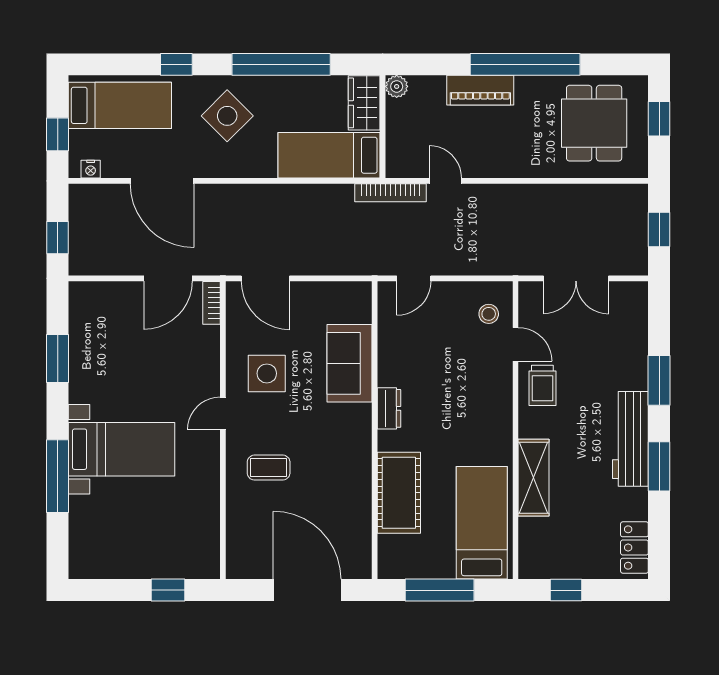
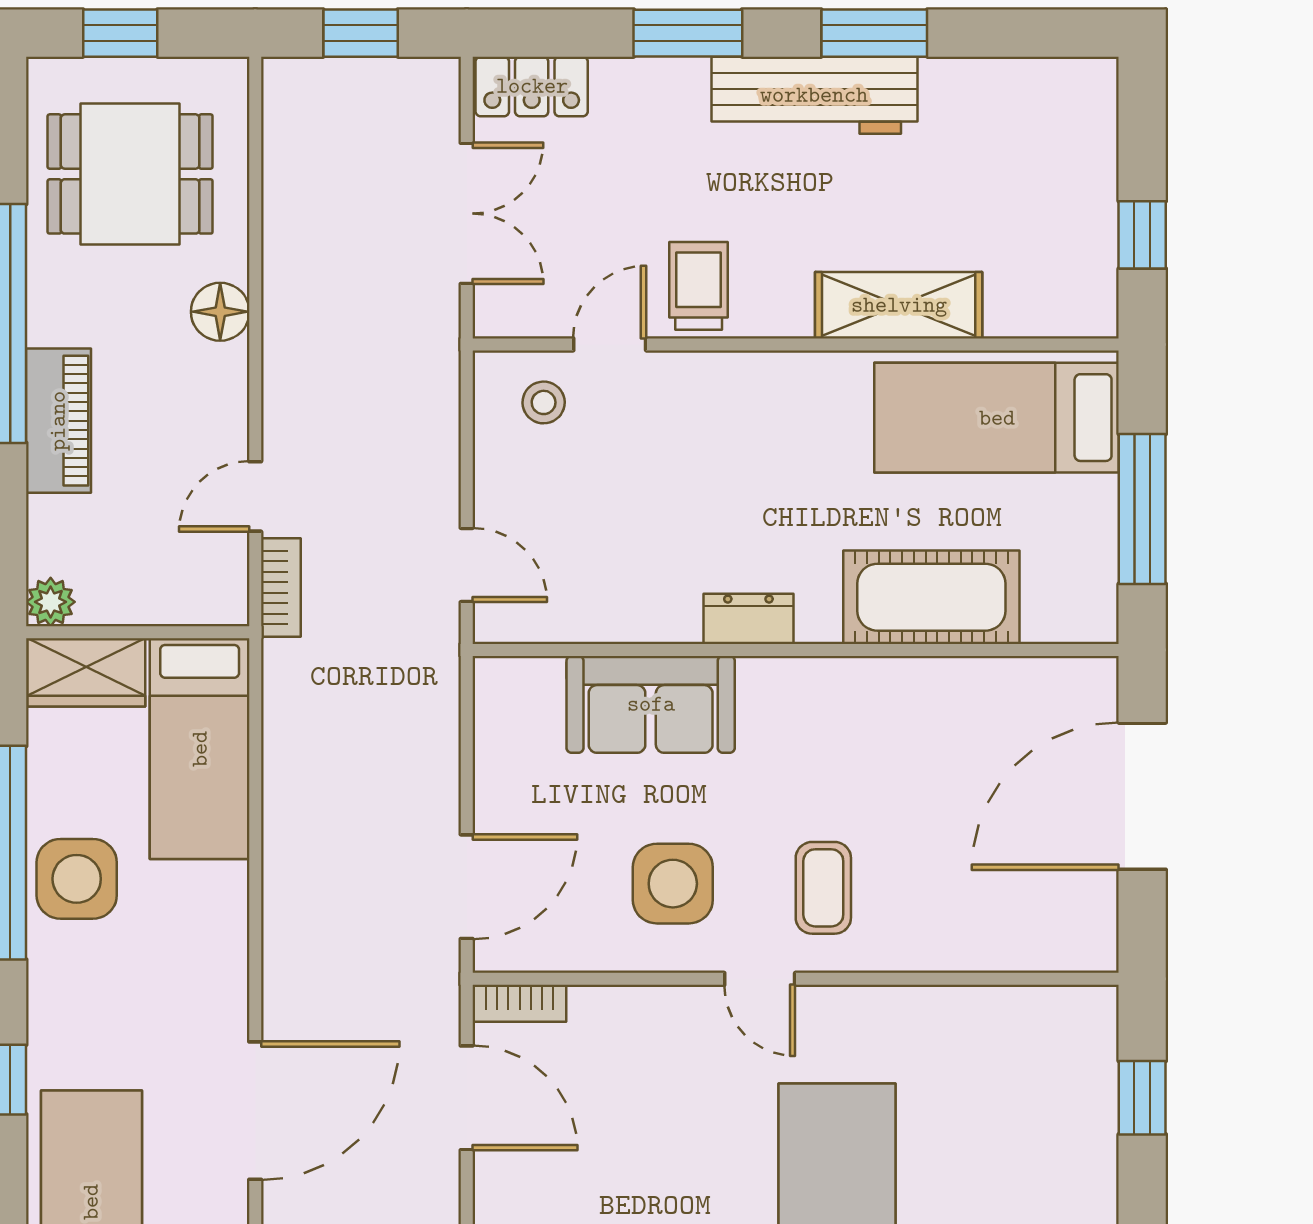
side table: (227, 116) -> (77, 879), moved, turned 45
floor lamp: (531, 165) -> (220, 312), added
bookcase: (391, 193) -> (281, 587), width x0.64
trolley: (542, 385) -> (699, 286), turned -90
coffee table: (269, 468) -> (823, 888), moved
locker: (634, 548) -> (532, 86), moved

